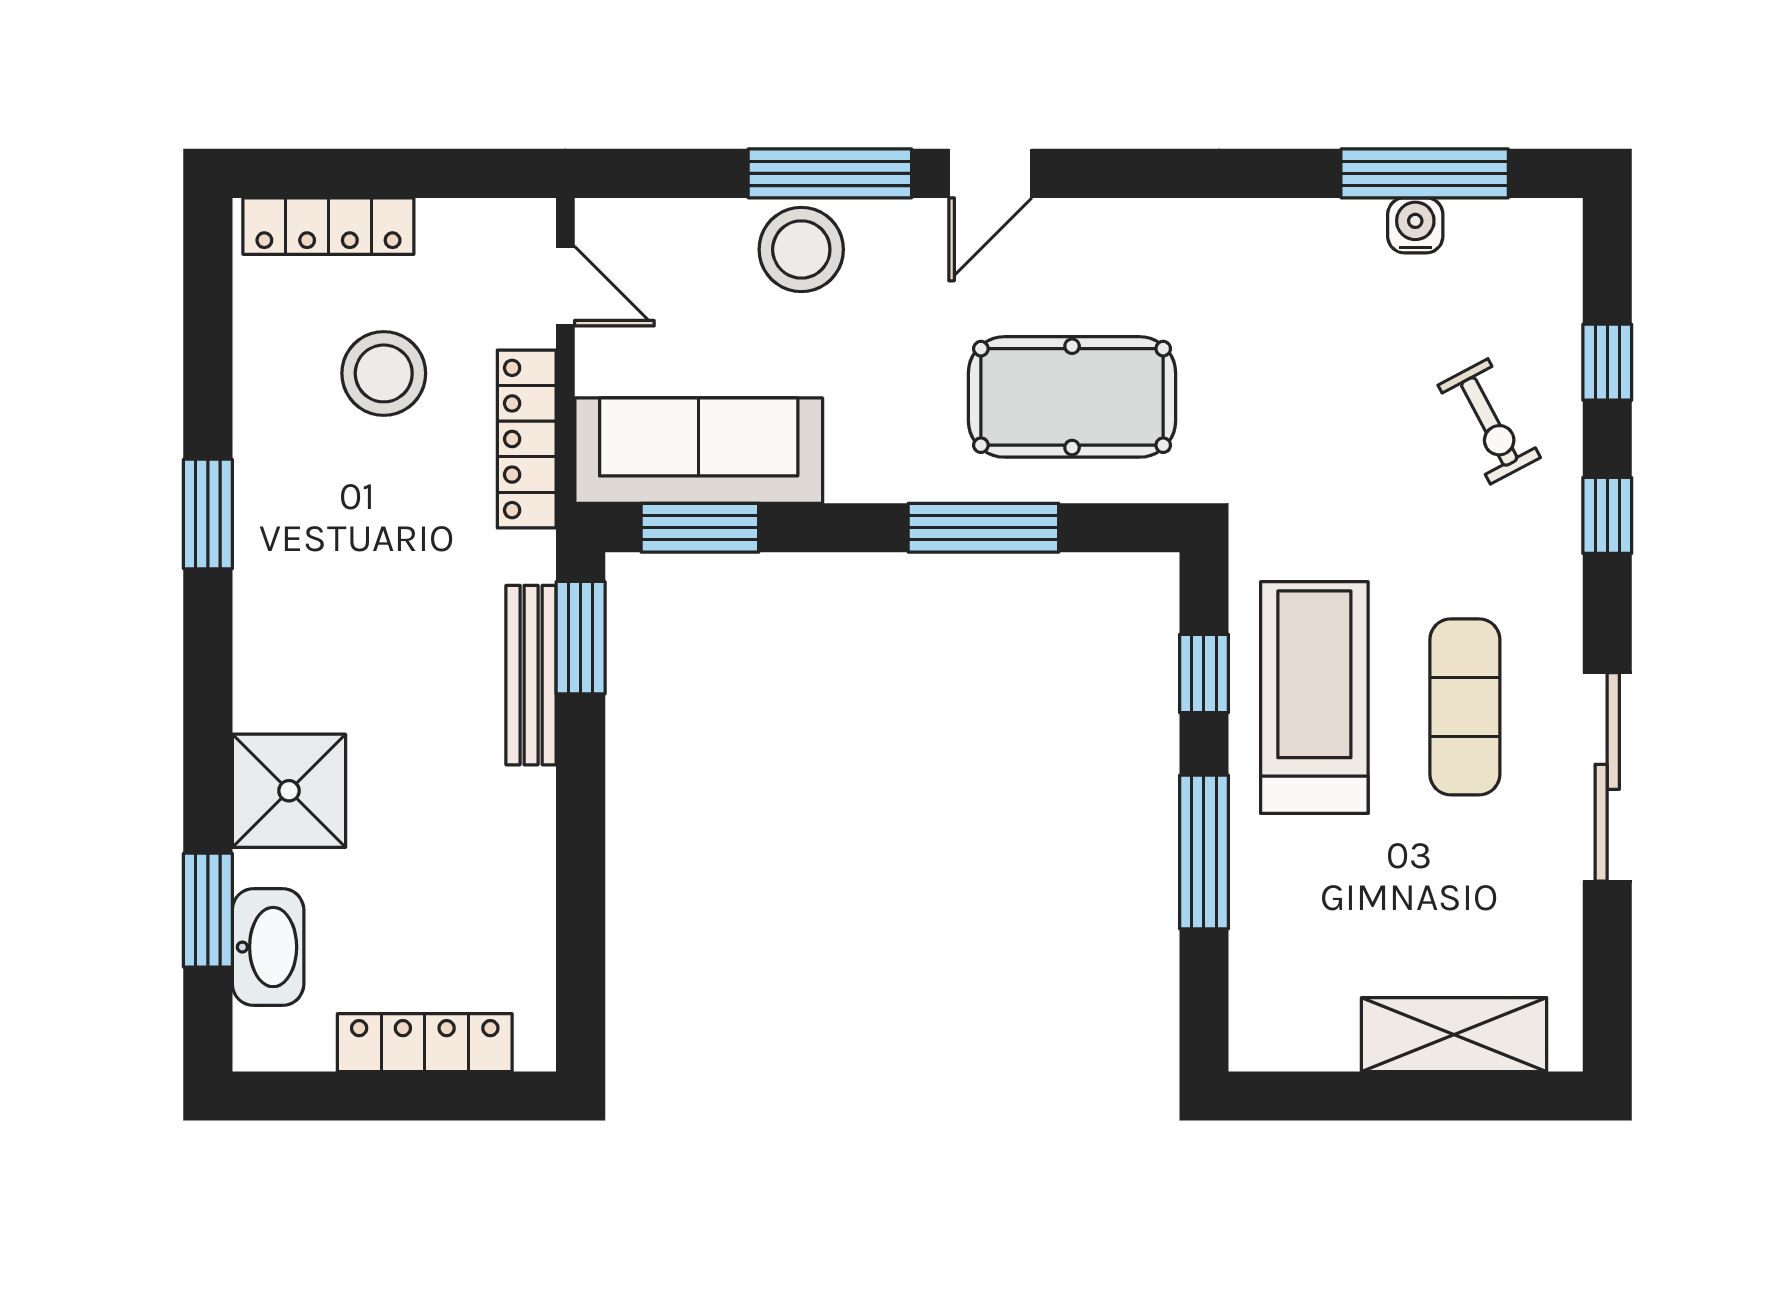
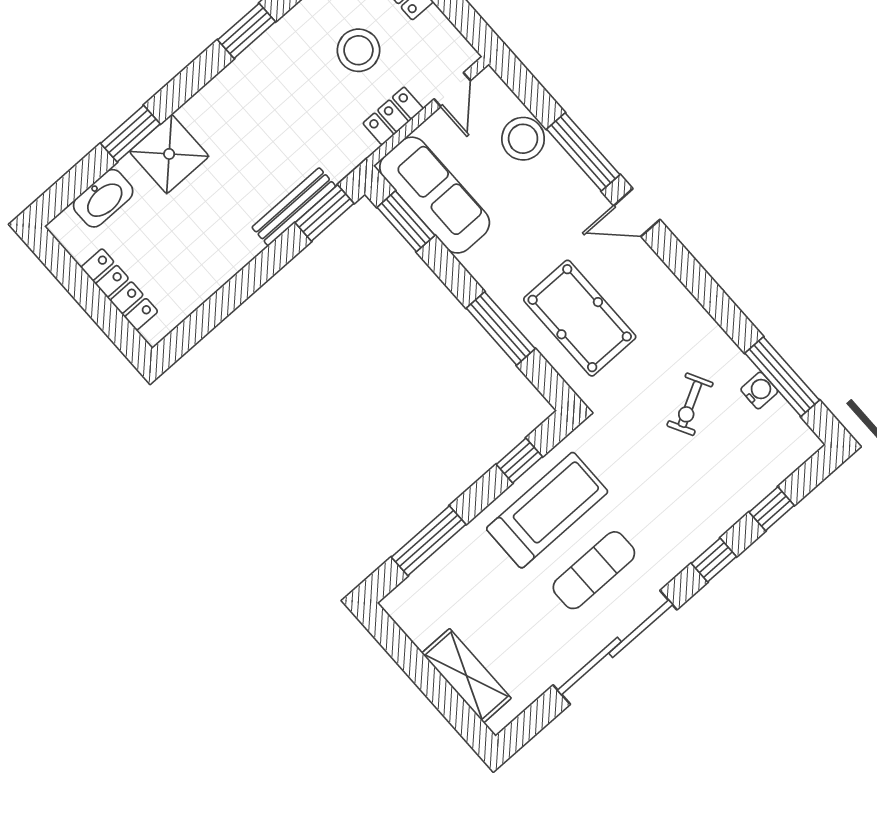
stool: (801, 249) -> (523, 139), moved
exercise bike: (1489, 421) -> (690, 404), moved
locker: (527, 439) -> (393, 116), width x0.66
sliding door: (1607, 777) -> (615, 647), width x1.36
window: (1204, 852) -> (429, 541), moved
window: (208, 910) -> (130, 134), moved

